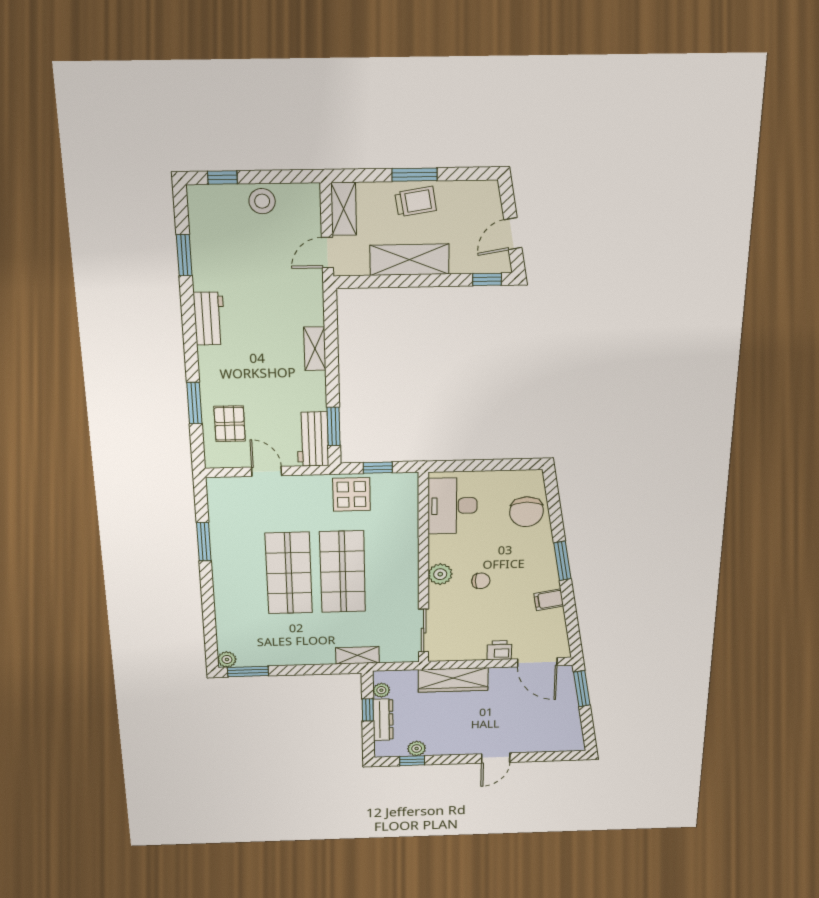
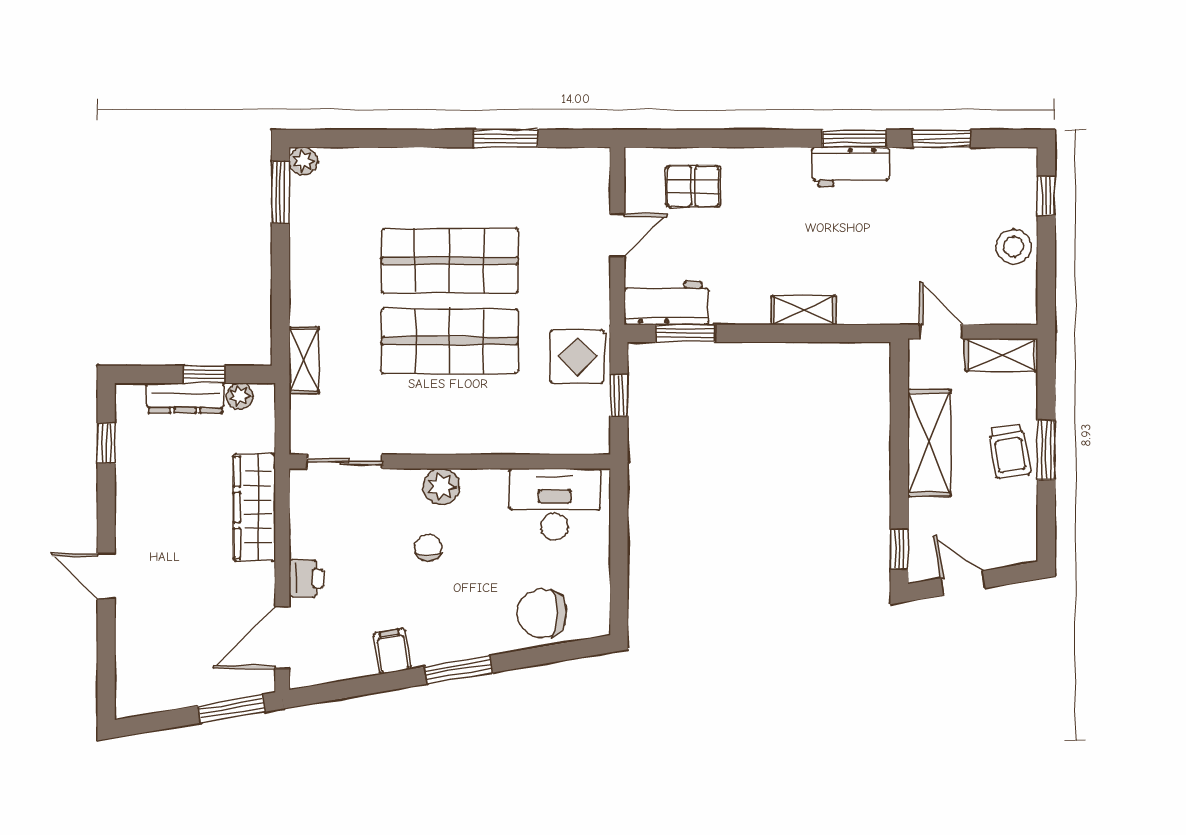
window: (194, 403) -> (854, 138), moved
chair: (481, 581) -> (428, 548), turned 180
plant: (417, 748) -> (129, 450), removed

